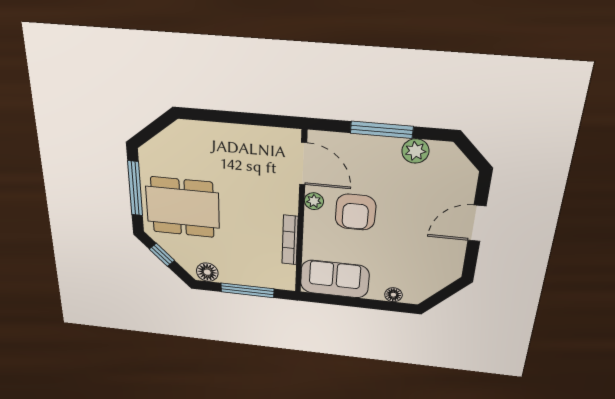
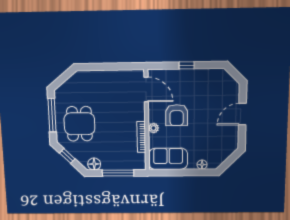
window: (382, 130) -> (187, 65), width x0.46
plant: (415, 151) -> (205, 76), removed
plant: (314, 201) -> (154, 128), moved
dining table: (183, 207) -> (79, 124), width x0.73

